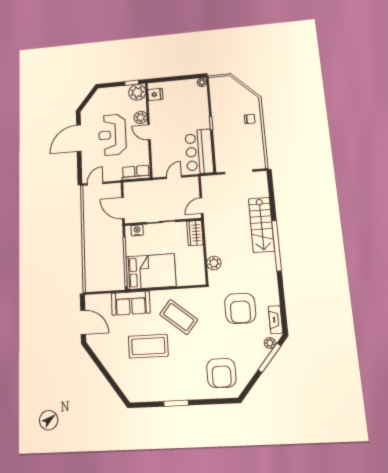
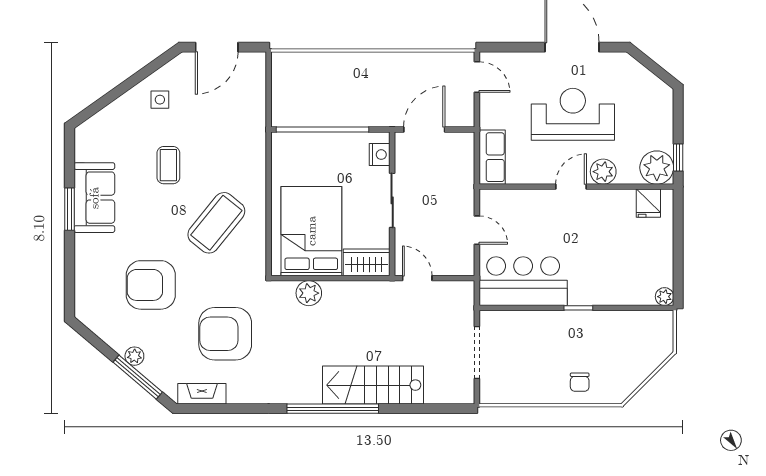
bed: (151, 271) -> (311, 231), moved, turned 180
sofa: (131, 303) -> (94, 198), moved, turned 180
plant: (270, 343) -> (134, 356), moved
coffee table: (148, 346) -> (168, 165), width x0.54, depth x0.58
side table: (112, 353) -> (160, 100), added
armchair: (221, 373) -> (151, 285), moved

